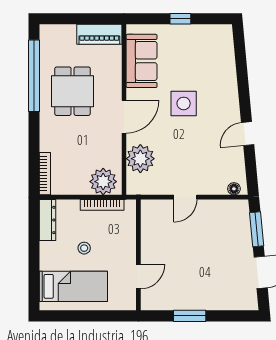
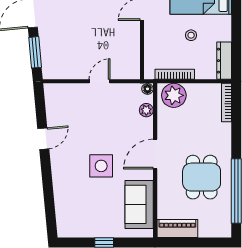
plant: (140, 159) -> (146, 110), width x0.53, depth x0.53
floor lamp: (234, 189) -> (147, 89), moved

